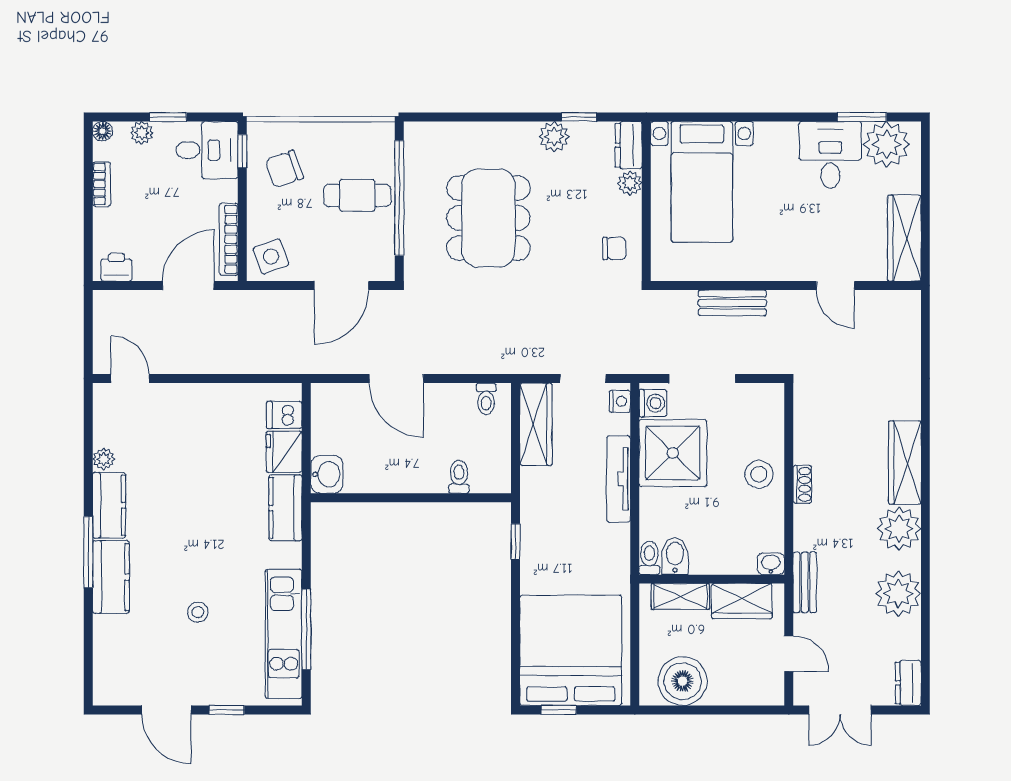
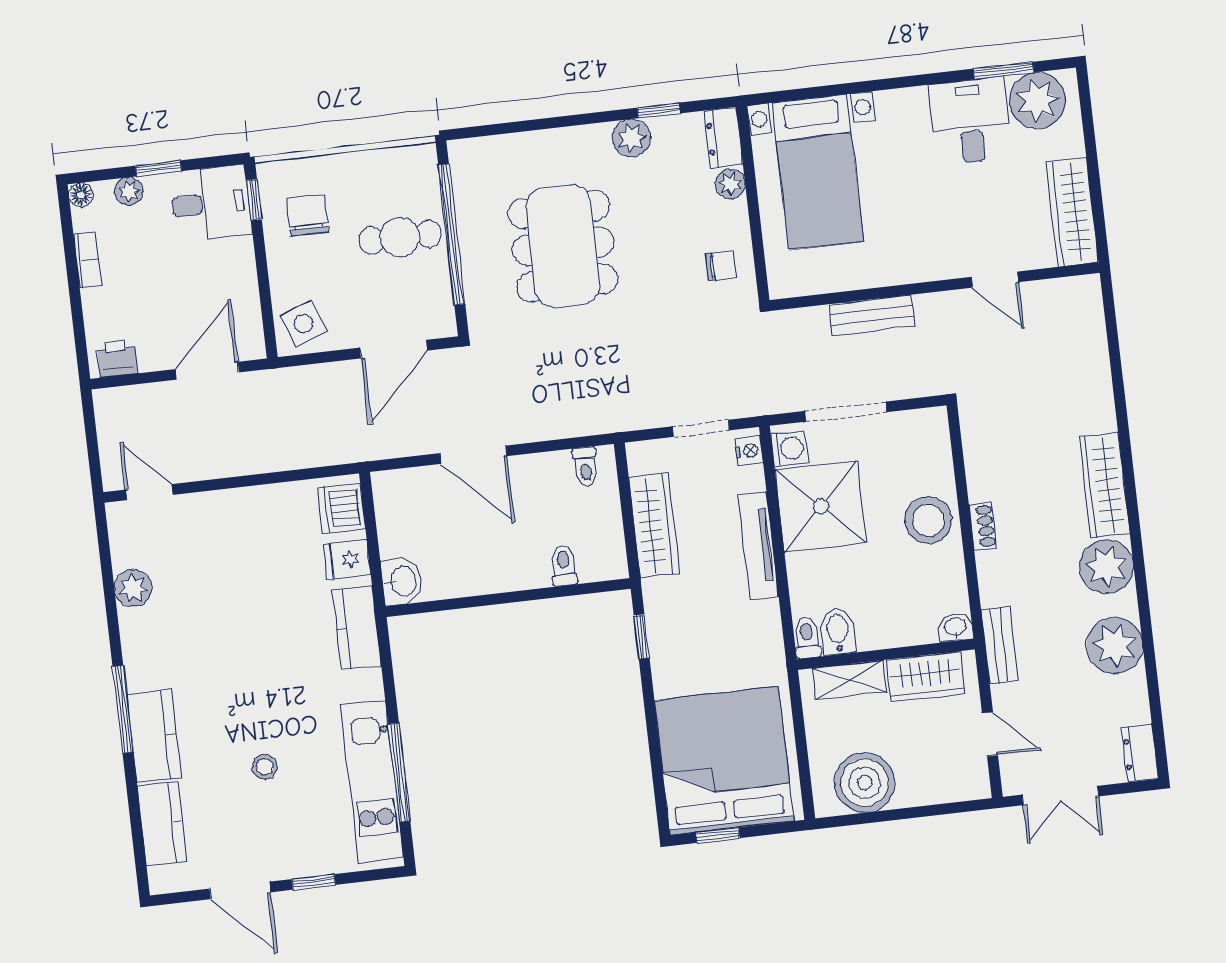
chair: (284, 169) -> (308, 215), turned 109
bookcase: (229, 239) -> (250, 309), removed
dishwasher: (284, 415) -> (341, 508), width x1.38
wardrobe: (536, 424) -> (654, 525), moved
fridge: (284, 452) -> (347, 560), width x0.72
plant: (104, 459) -> (133, 588), width x1.38, depth x1.38
stool: (759, 474) -> (928, 520), width x1.38, depth x1.38
kitchen counter: (109, 505) -> (162, 824), moved

